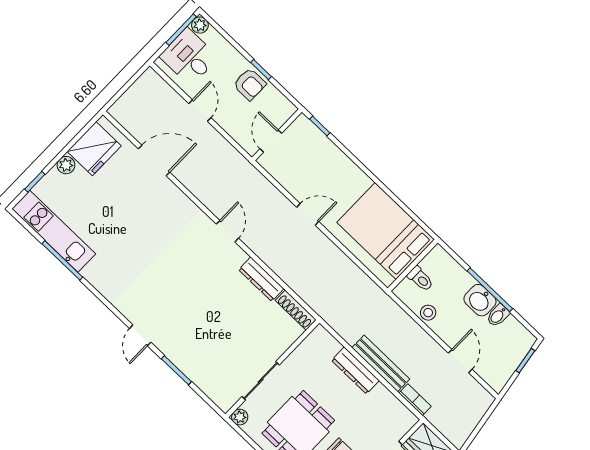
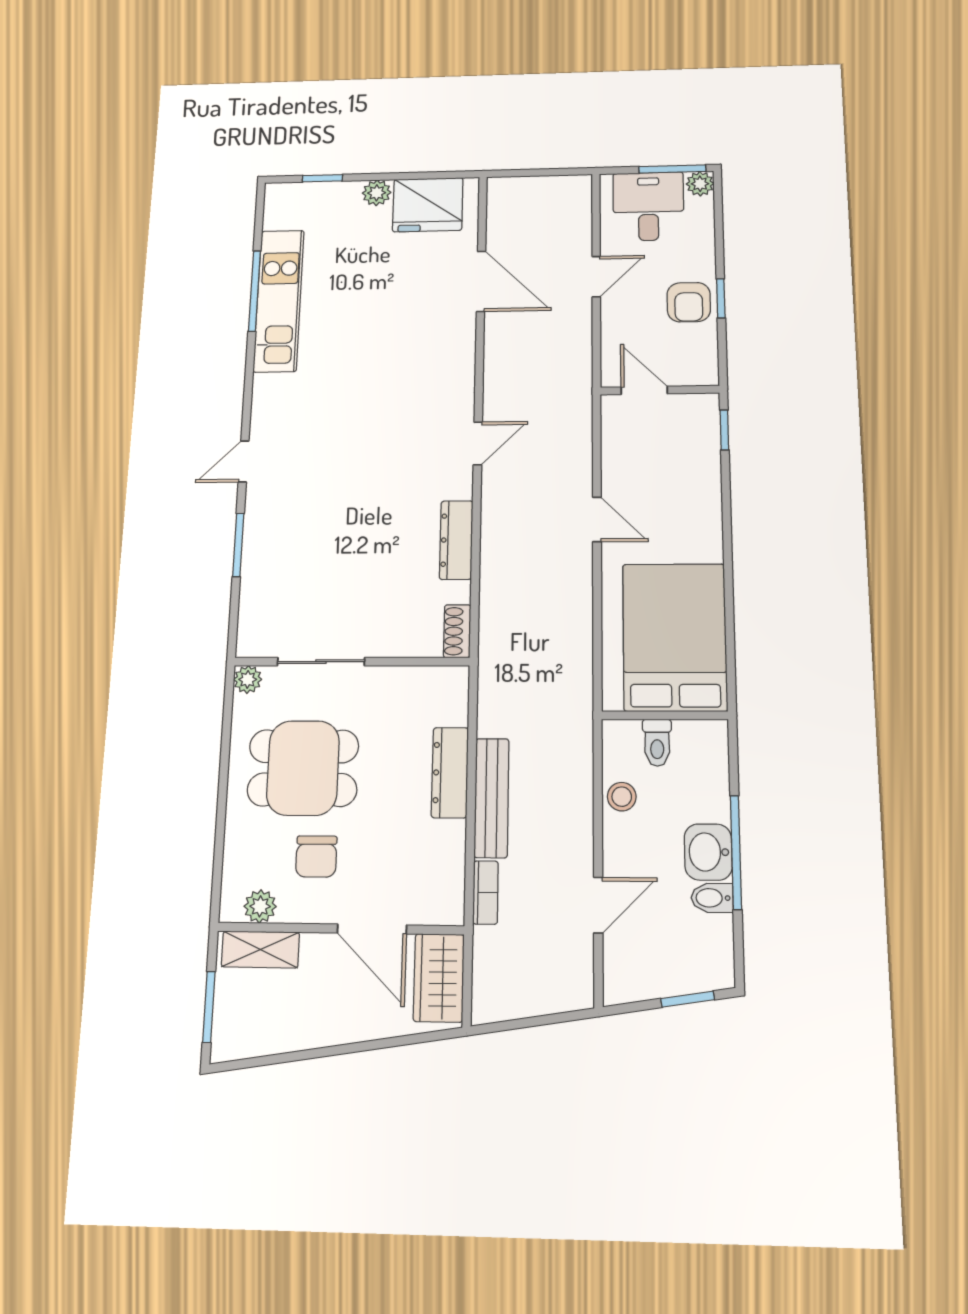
door: (271, 141) -> (644, 390), hinge flipped
kitchen unit: (54, 231) -> (279, 301), moved
shoe rack: (296, 310) -> (457, 631), width x0.70

